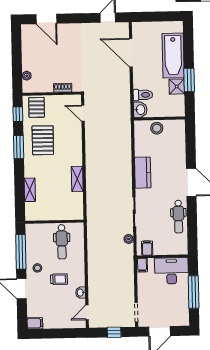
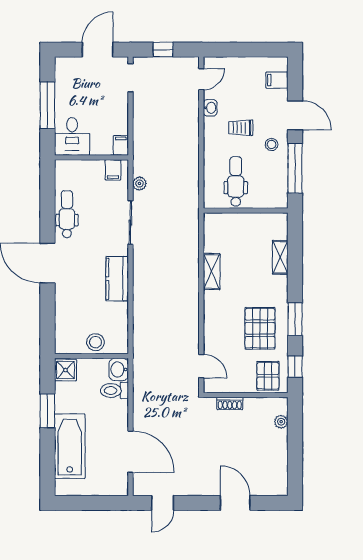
door: (46, 19) -> (235, 503), moved
shower: (177, 87) -> (65, 370), moved
desk: (171, 271) -> (72, 136), width x0.73
filing cabinet: (35, 323) -> (277, 80), moved

